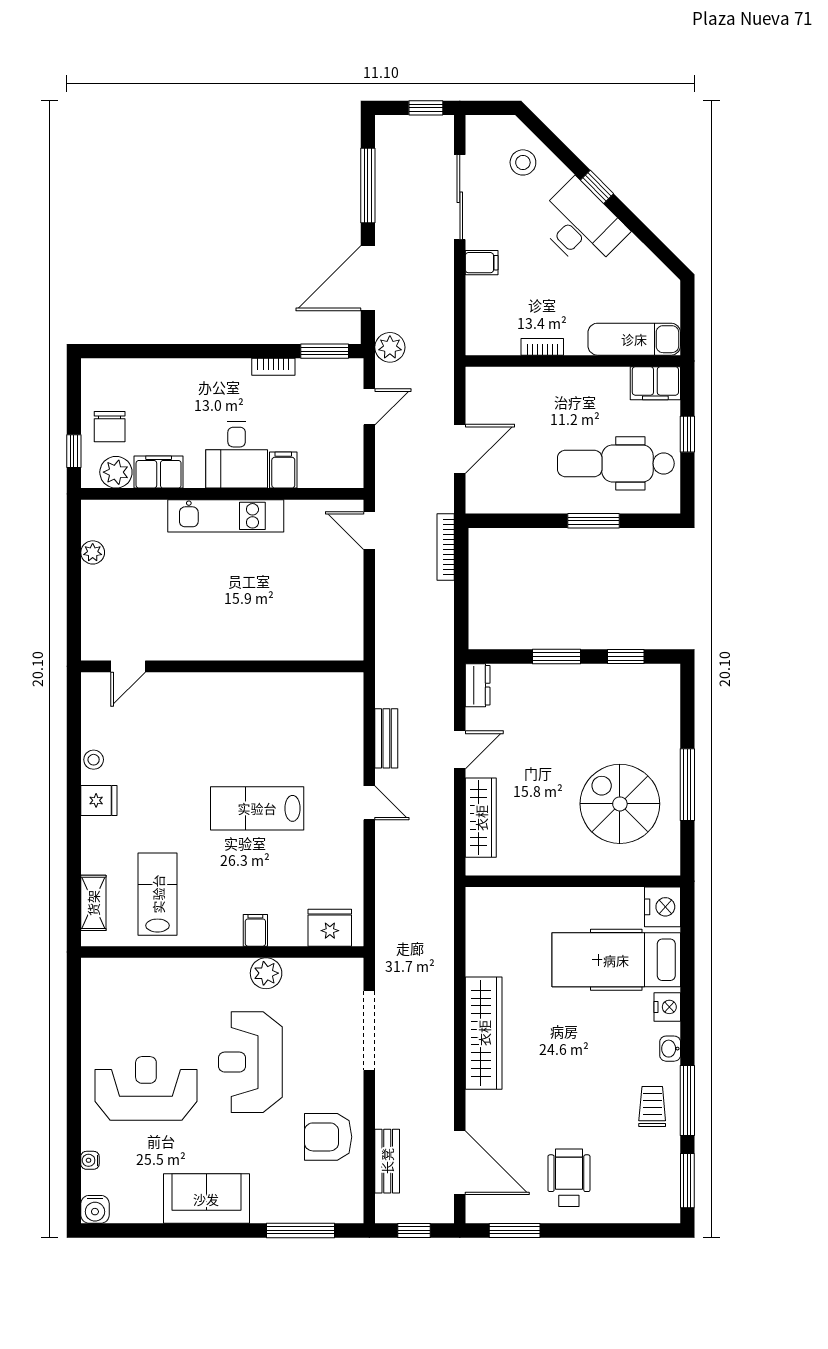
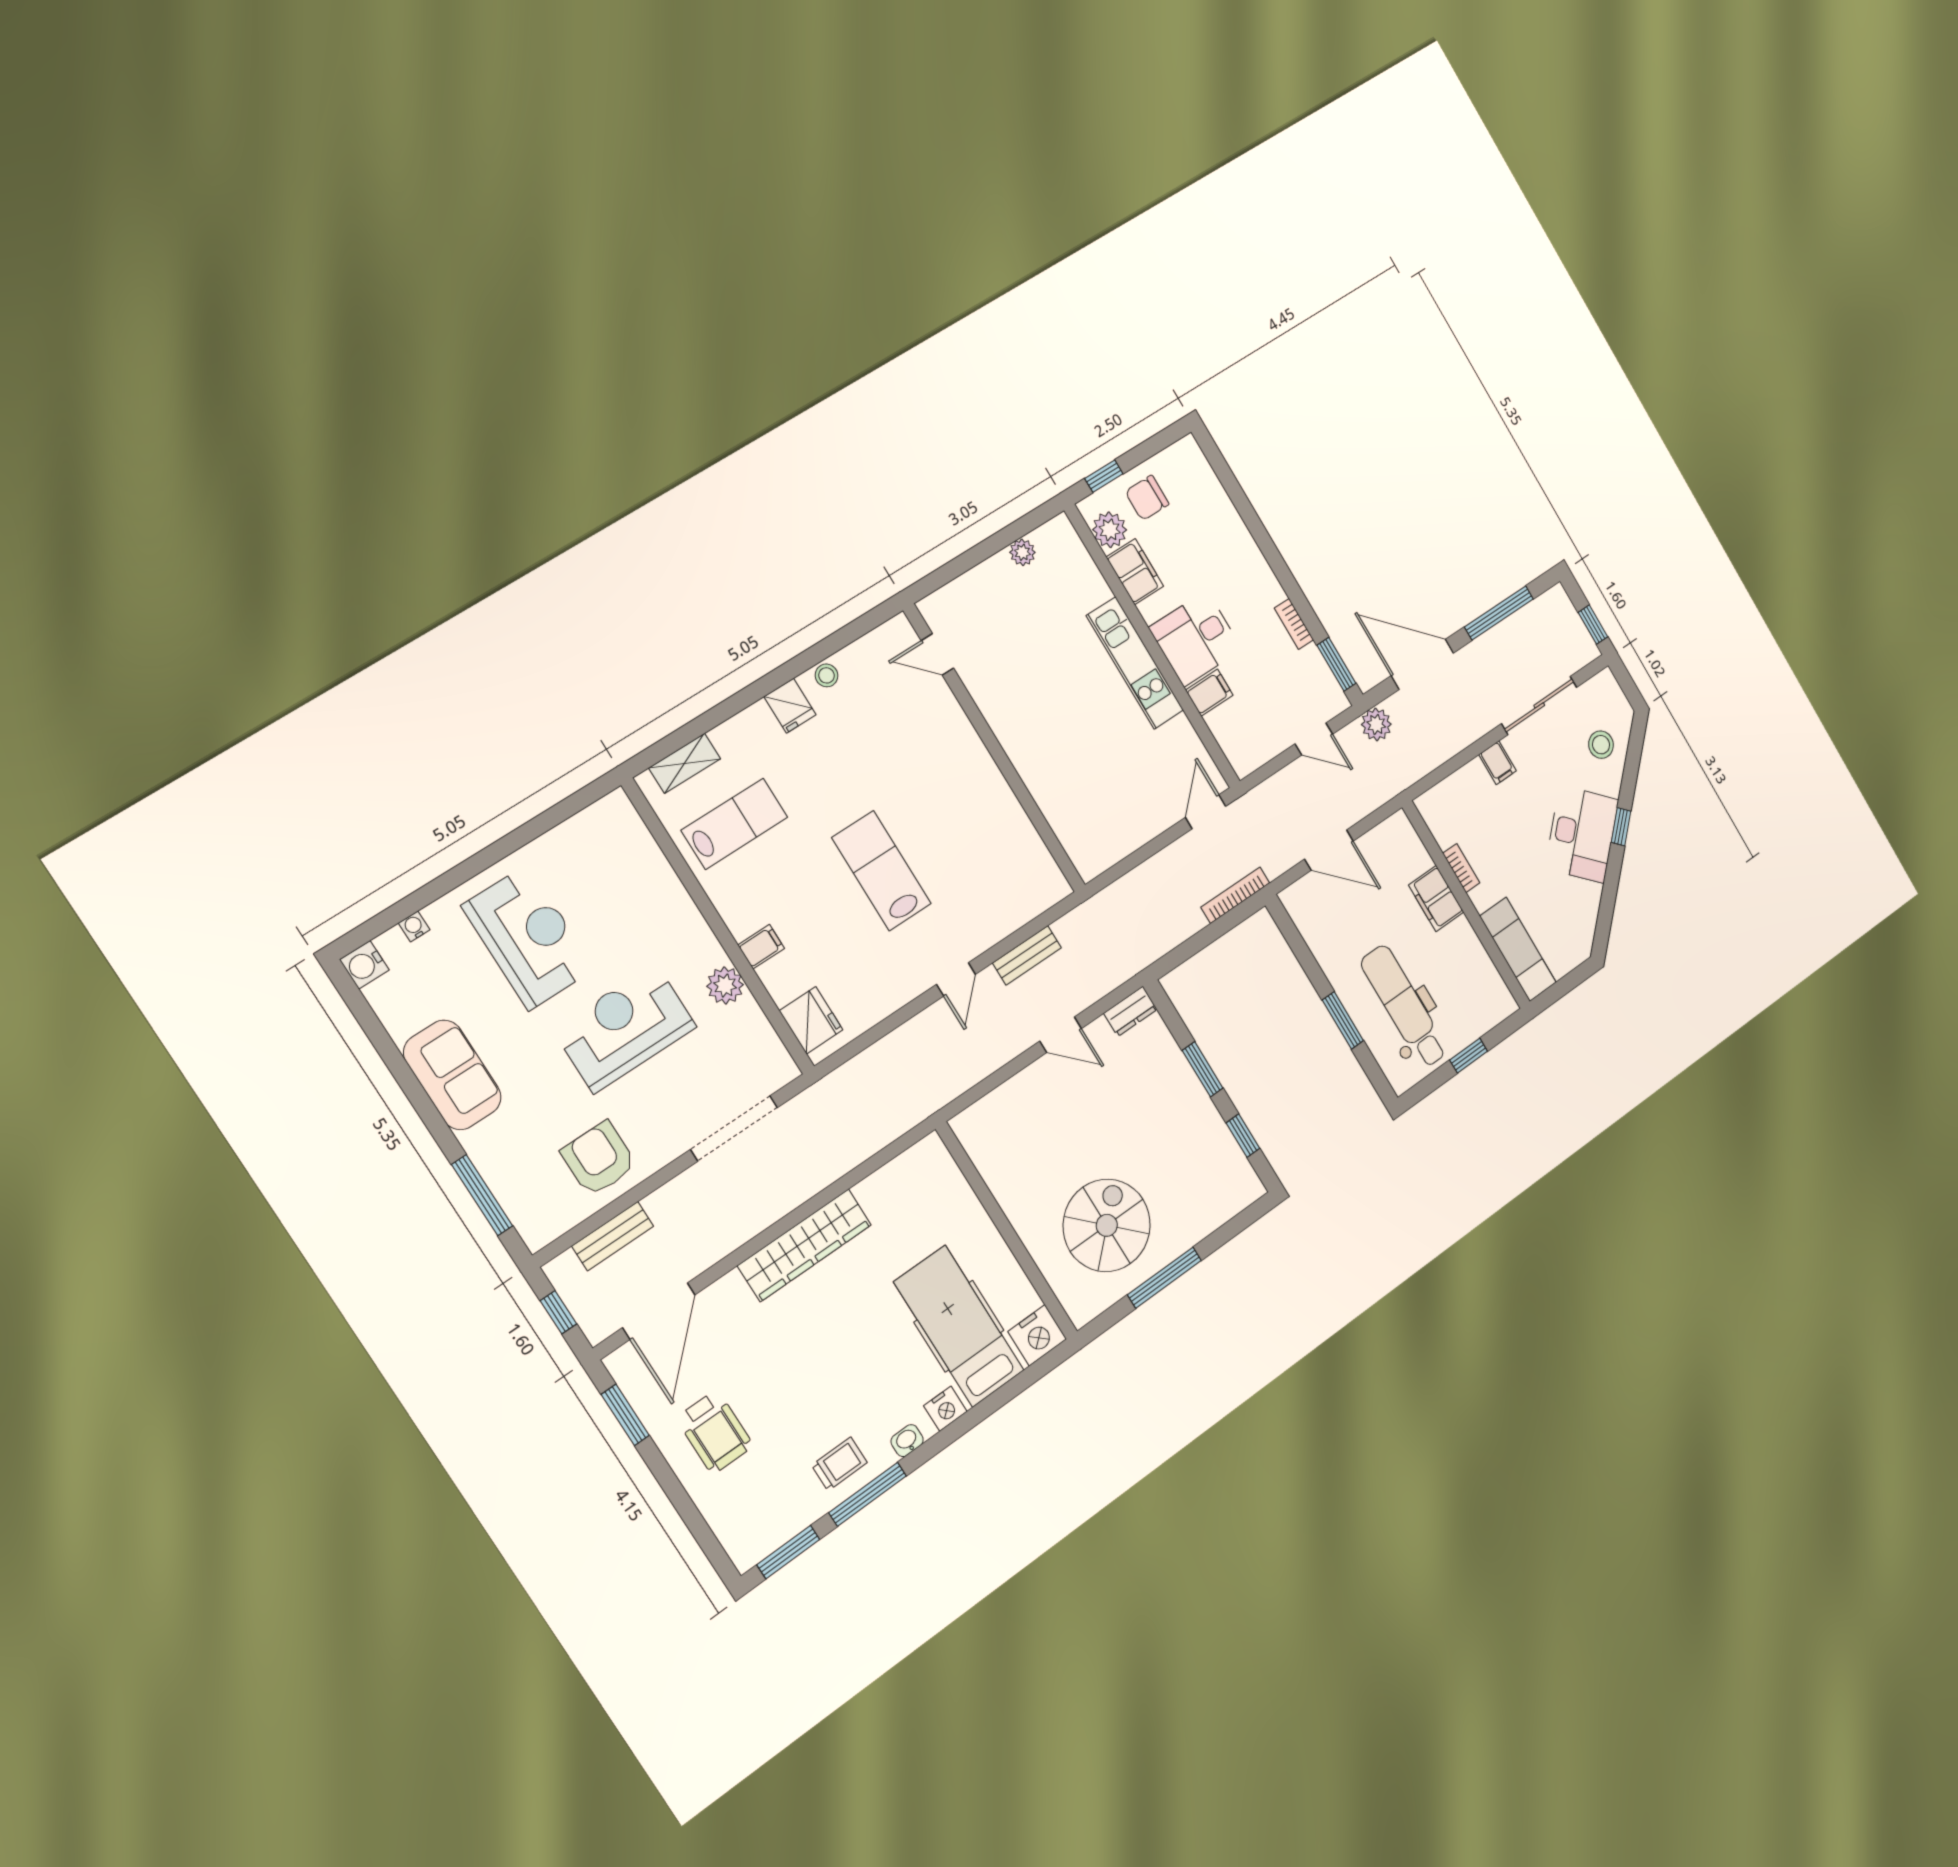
filing cabinet: (655, 383) -> (1436, 899), moved
wardrobe: (481, 818) -> (1010, 1099), removed
wheelchair: (569, 1178) -> (715, 1432), turned 90

